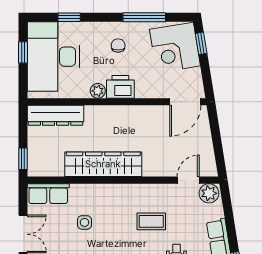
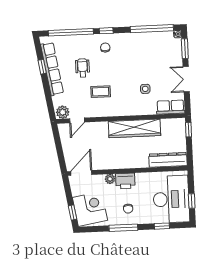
window: (144, 17) -> (123, 228), moved
plant: (98, 91) -> (110, 179), moved

